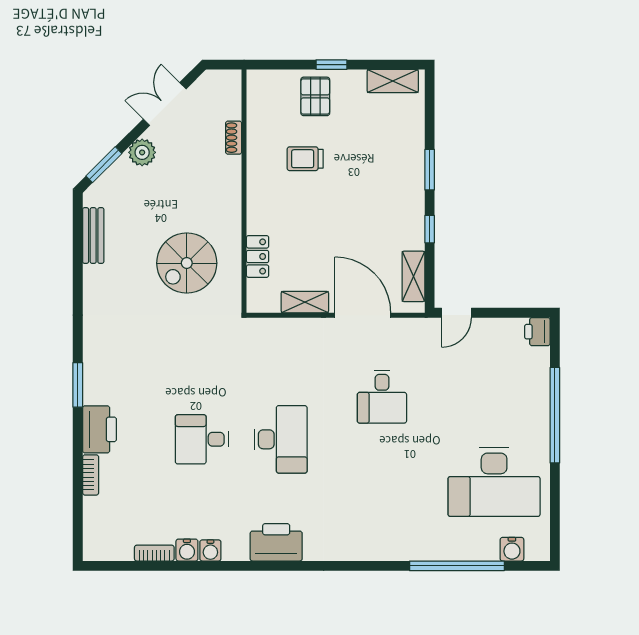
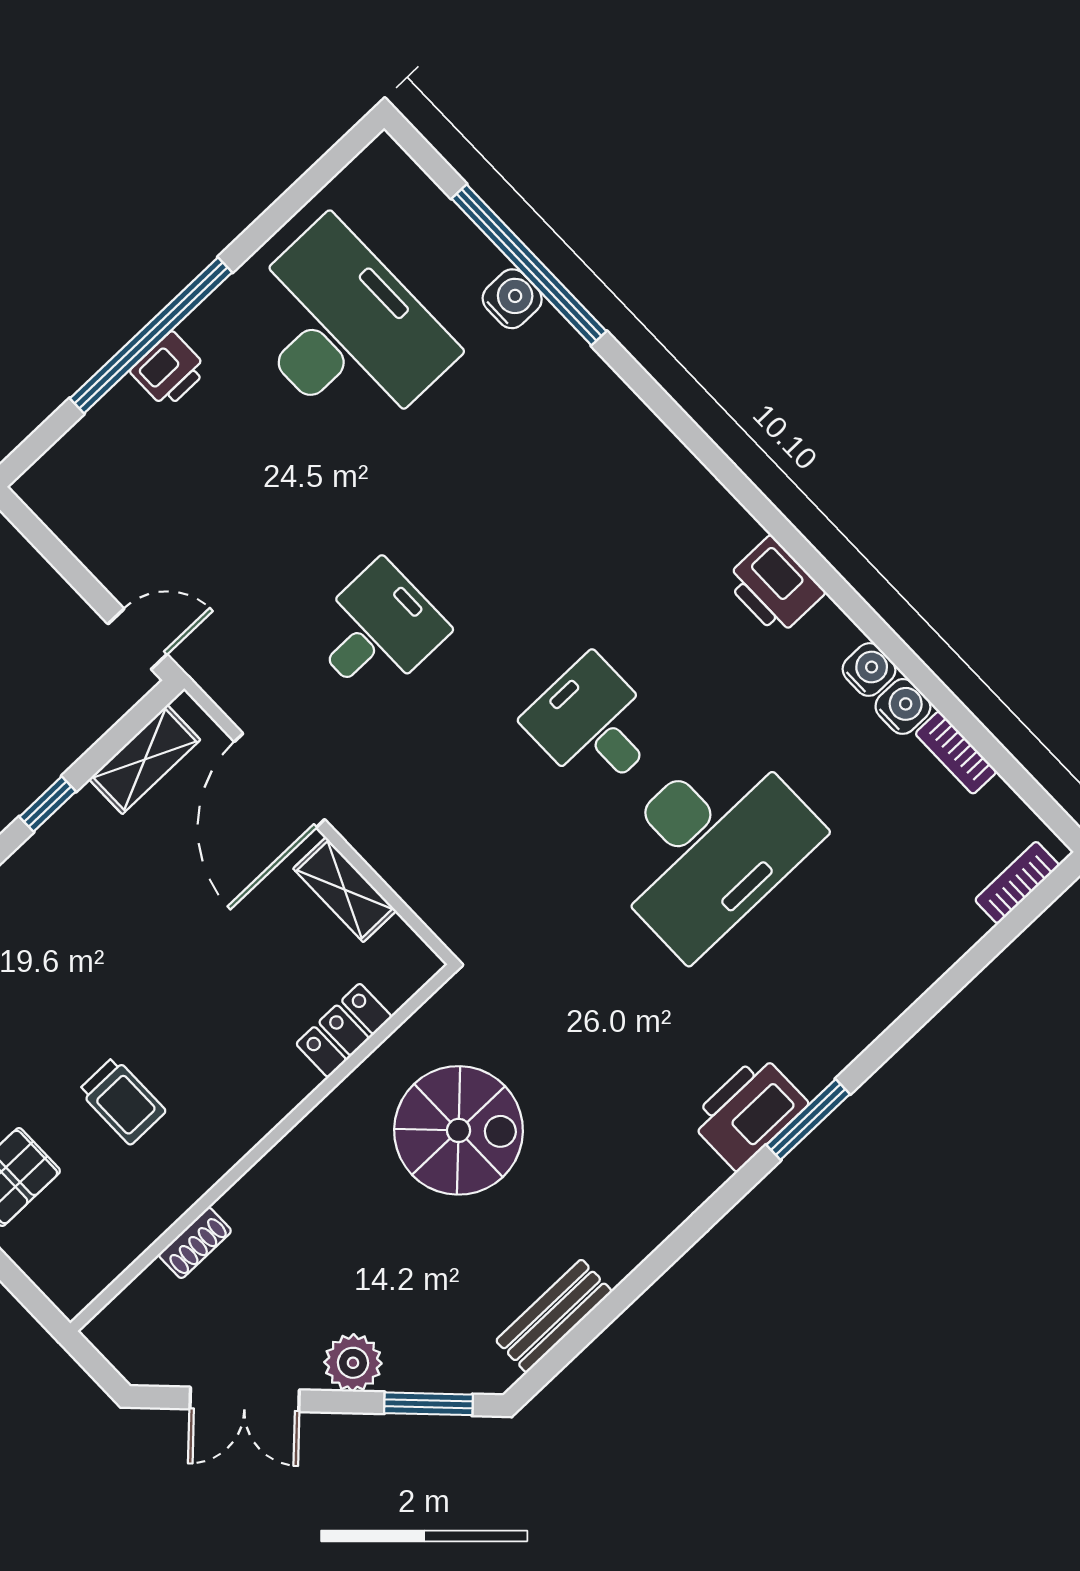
printer: (537, 332) -> (169, 370), moved
printer: (100, 429) -> (748, 1112), moved
desk: (202, 439) -> (709, 847), width x1.87, depth x1.30
desk: (281, 439) -> (593, 725), width x0.73
bookcase: (91, 475) -> (1017, 883), moved
printer: (276, 542) -> (774, 586), width x0.73, depth x0.84
water cooler: (512, 549) -> (512, 299), moved

